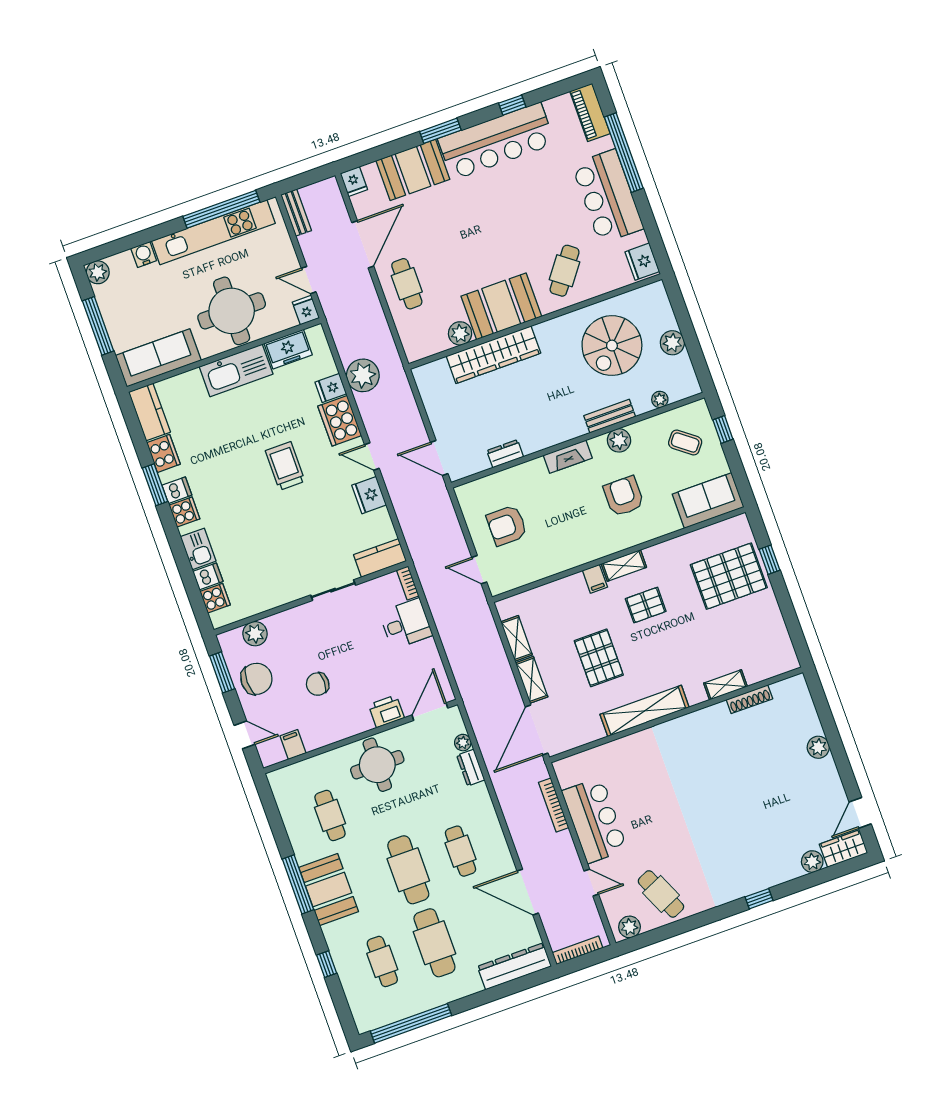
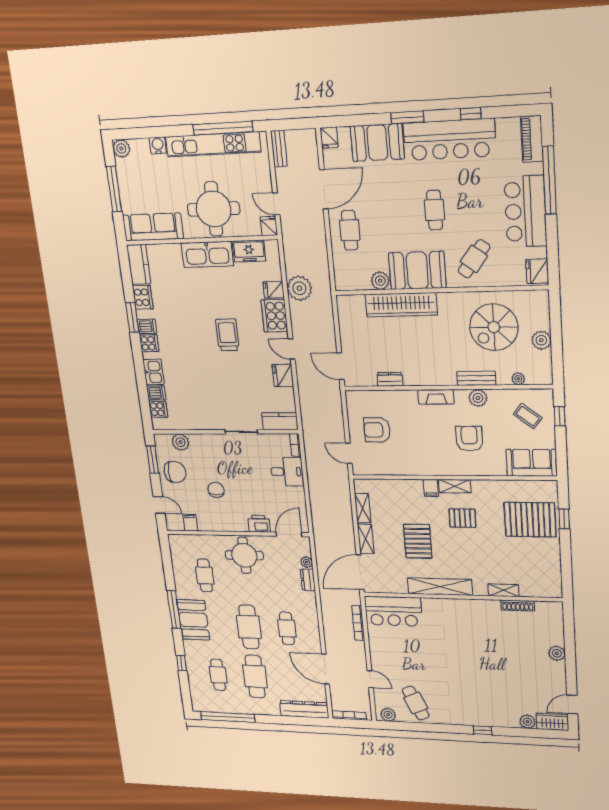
cafe table: (502, 228) -> (434, 210), added
chair: (318, 684) -> (216, 490), turned 90
bar counter: (595, 820) -> (393, 611), moved, turned 90

